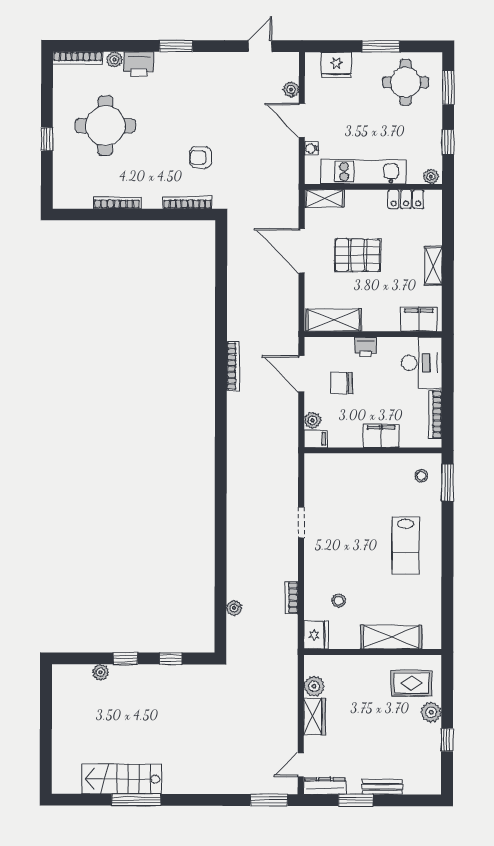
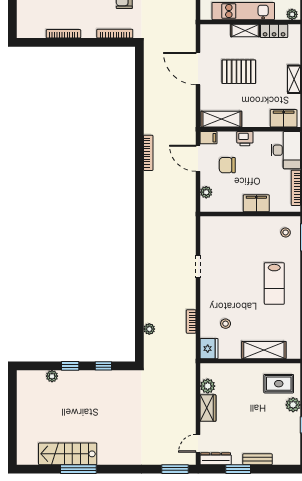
shelving: (324, 199) -> (245, 31), moved
filing cabinet: (316, 439) -> (209, 138), moved

